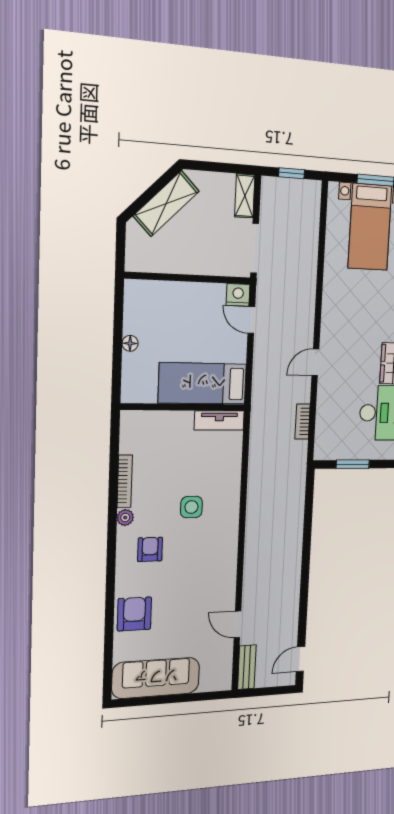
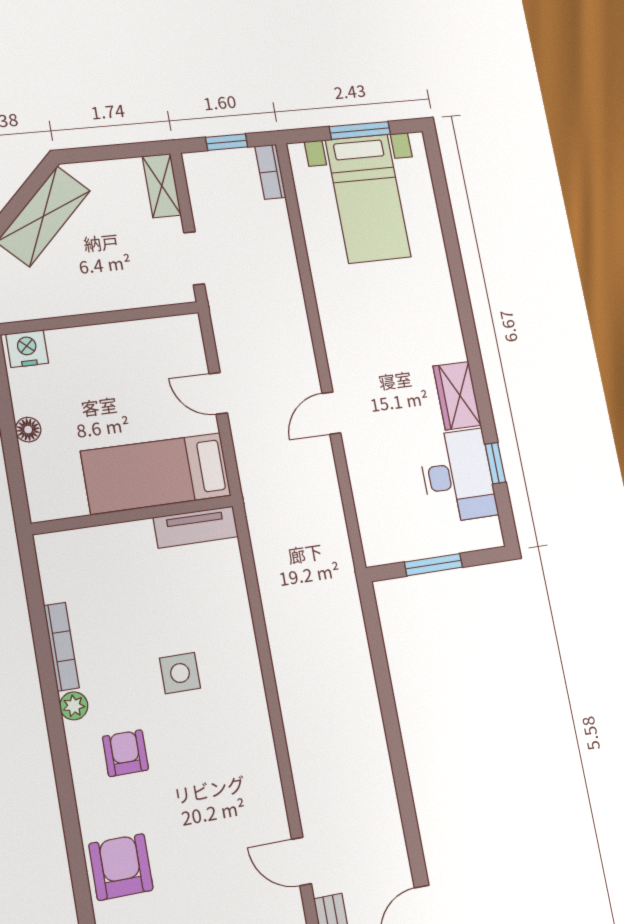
doorway: (255, 248) -> (194, 258), width x0.73
nightstand: (238, 295) -> (27, 349), moved
door: (251, 320) -> (218, 393), moved
bookcase: (303, 422) -> (270, 172), moved

